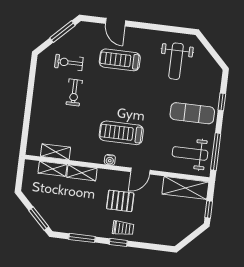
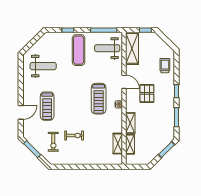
weight bench: (190, 153) -> (107, 48), turned 90
trolley: (123, 228) -> (165, 66), moved

